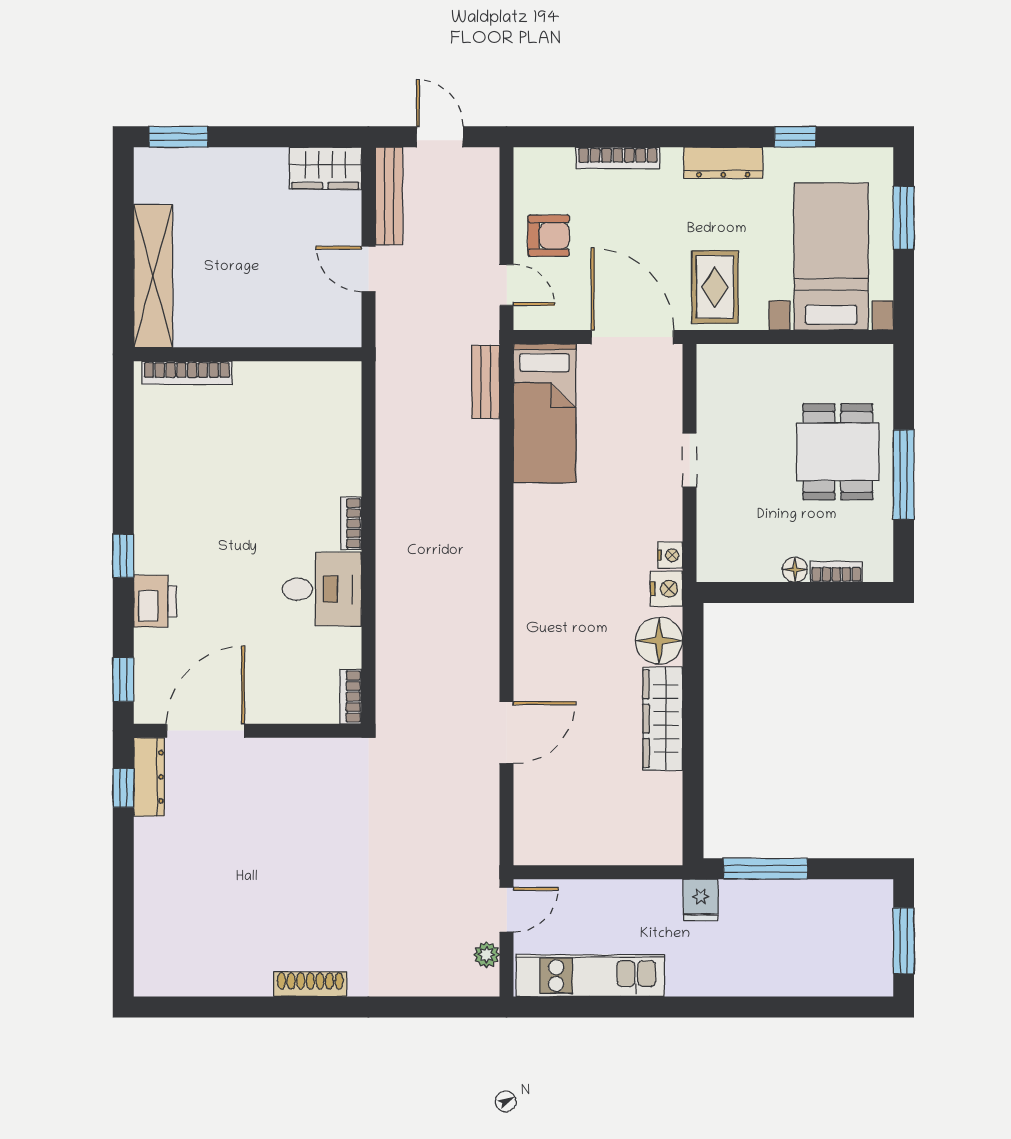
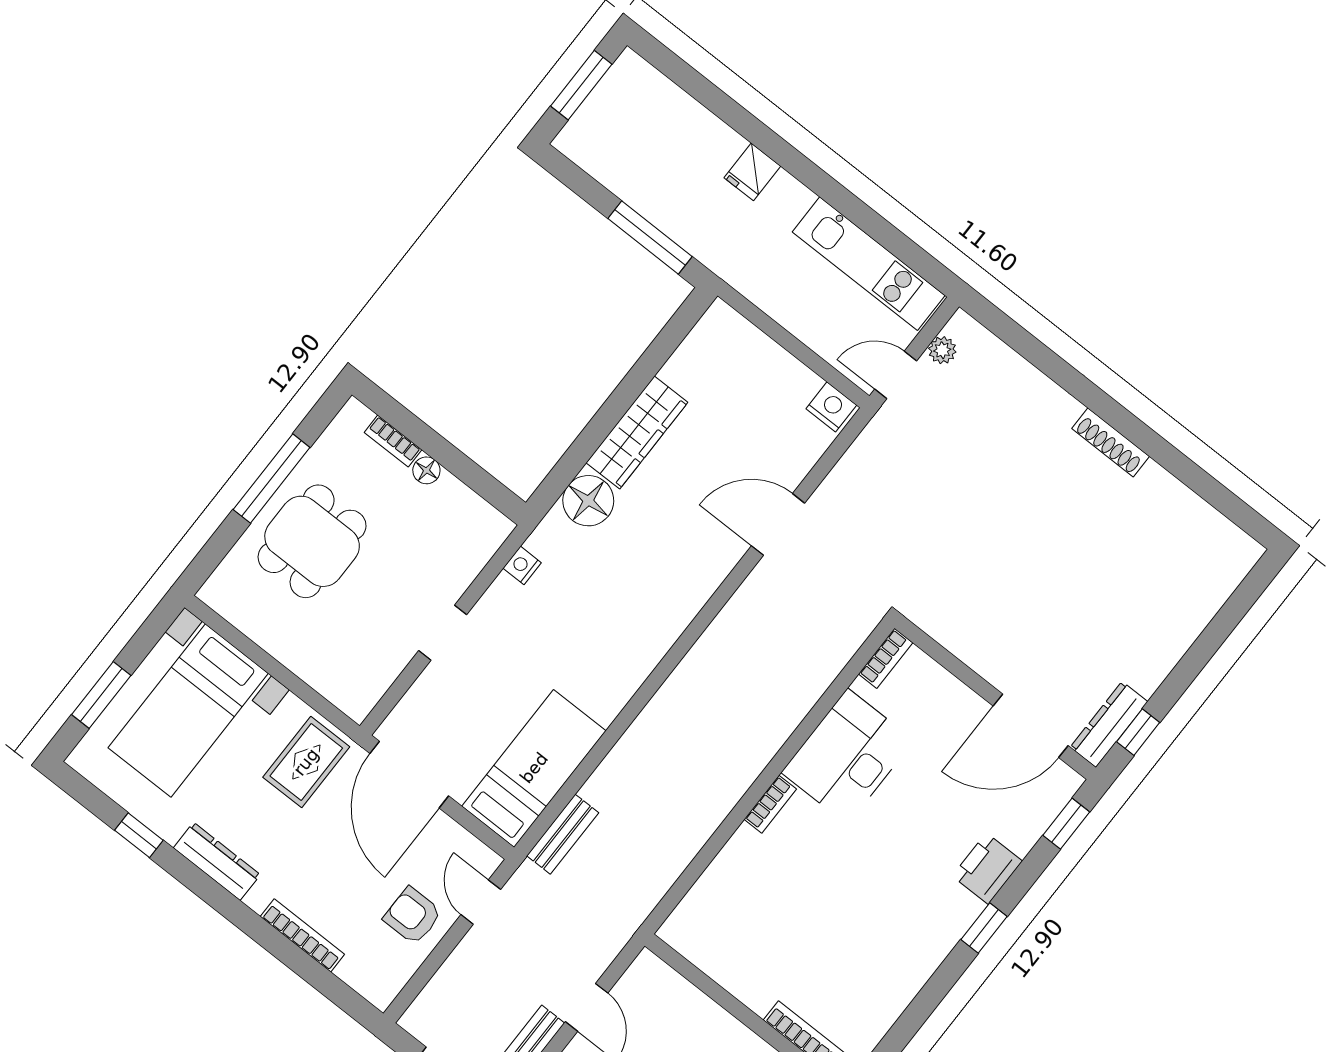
desk: (322, 589) -> (848, 756), width x1.37
nightstand: (666, 589) -> (831, 407), moved, turned 90
fridge: (701, 900) -> (752, 172), moved, turned 180

